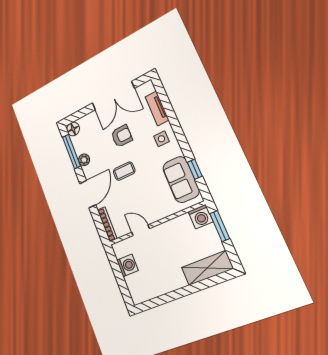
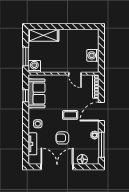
floor lamp: (73, 129) -> (82, 159), moved

